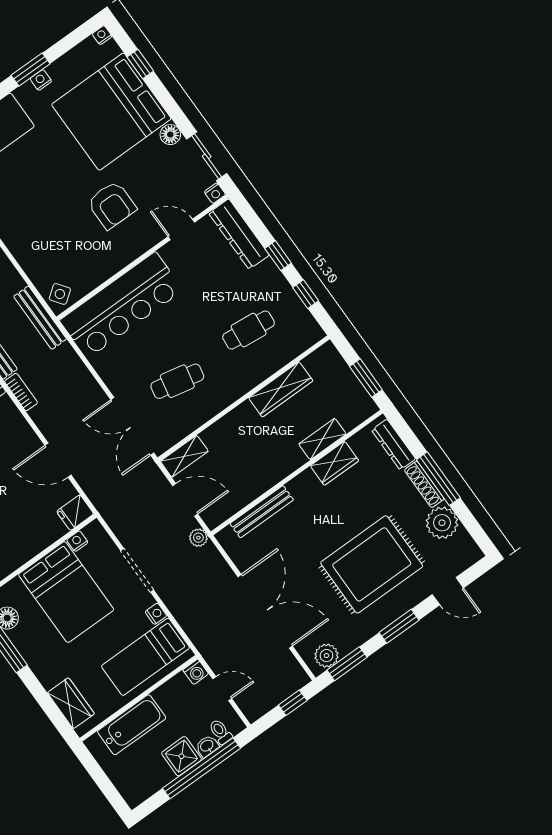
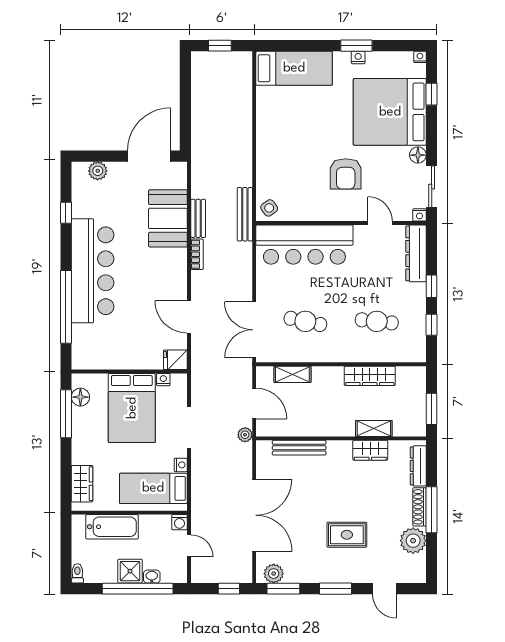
shelving: (184, 456) -> (292, 374), moved
rug: (372, 564) -> (347, 535), width x0.54, depth x0.49
toilet: (220, 732) -> (77, 573), moved

